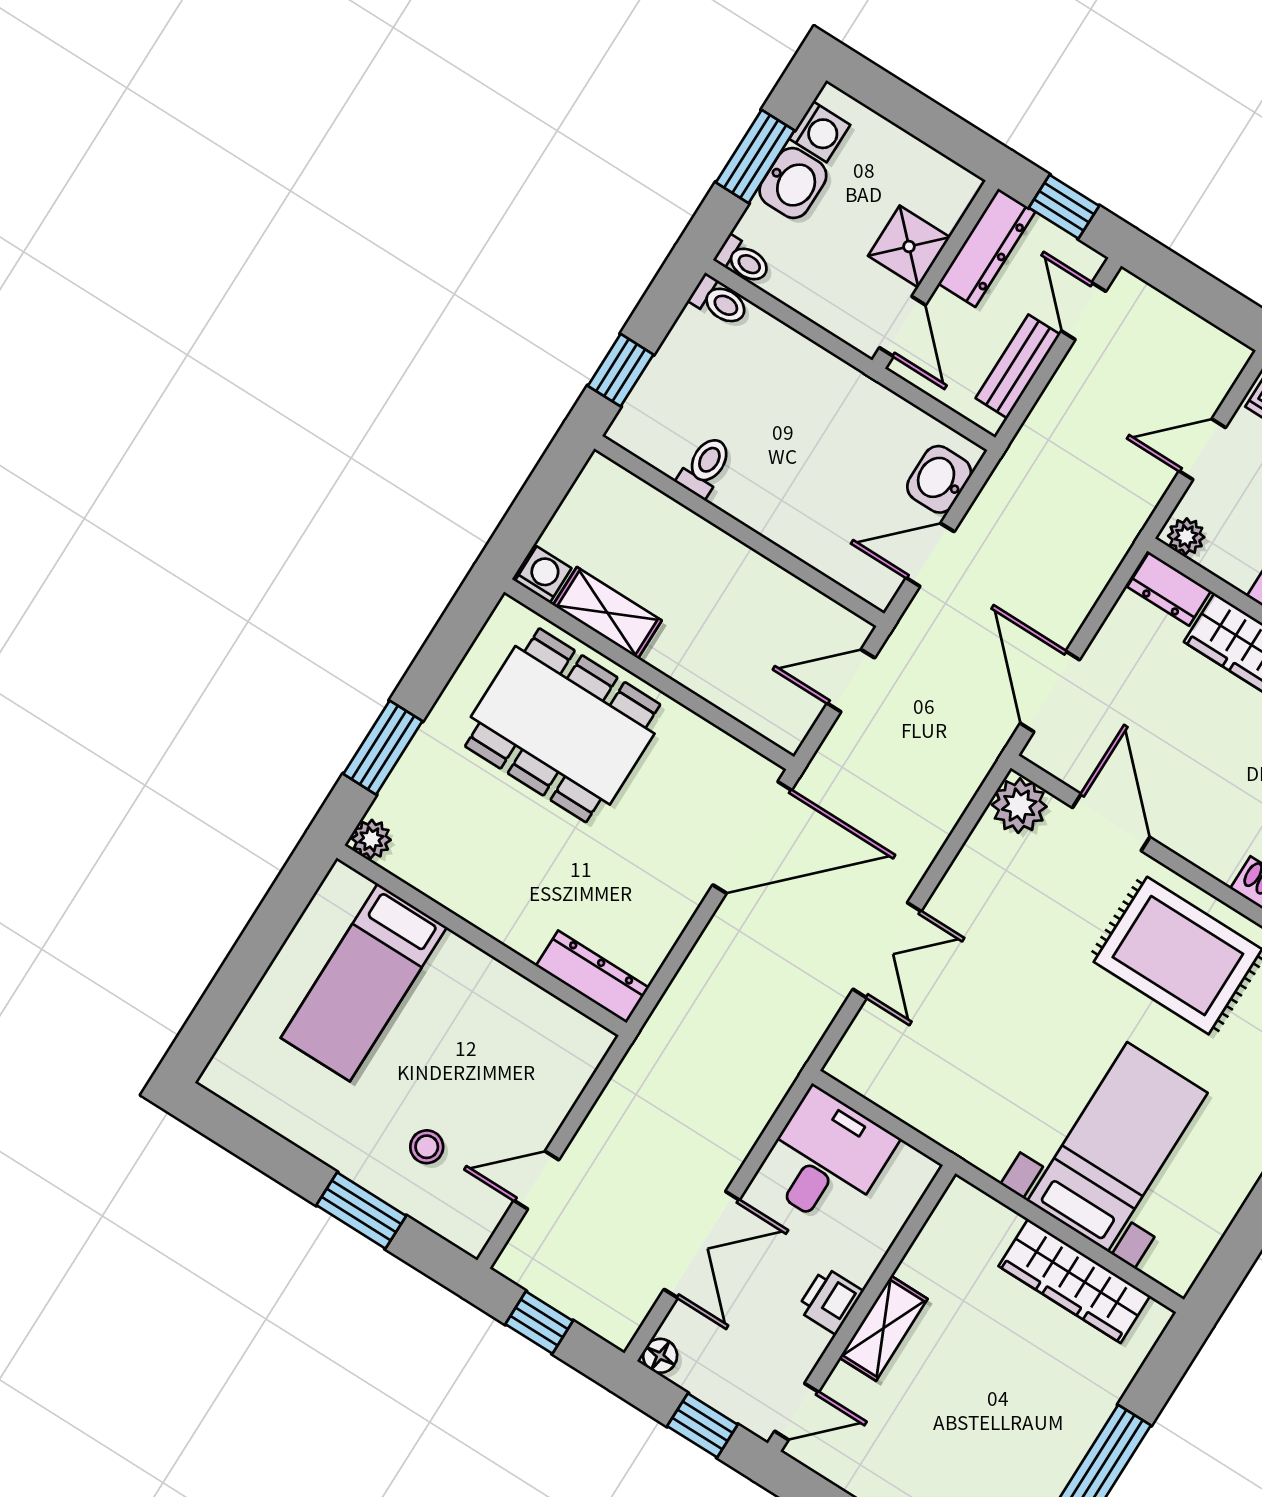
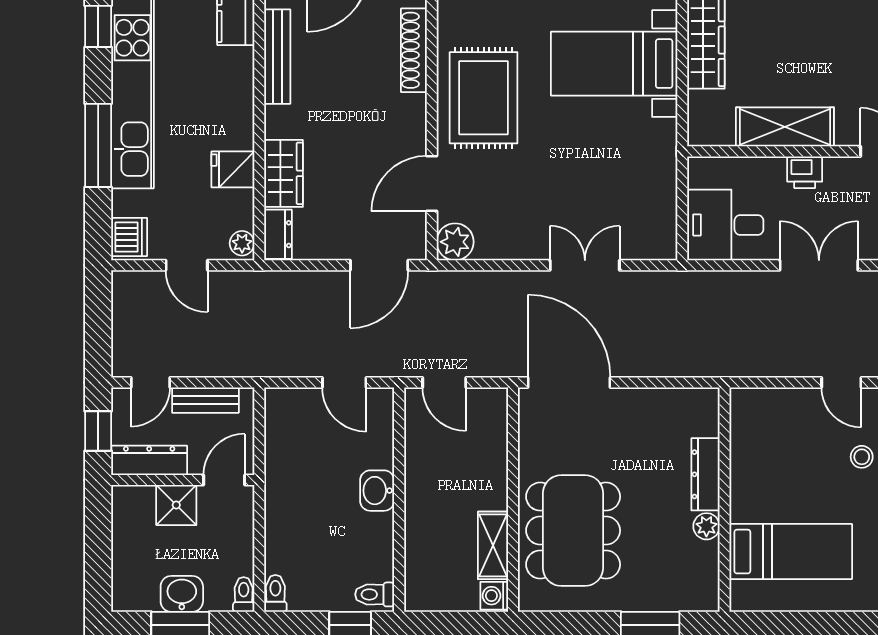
washing machine: (820, 132) -> (143, 597), removed
toilet: (705, 467) -> (375, 594), moved
washbasin: (939, 479) -> (377, 491), moved, turned 90
plant: (371, 839) -> (706, 526), moved
dresser: (592, 977) -> (706, 474), moved
shelving: (883, 1328) -> (785, 127), width x1.50, depth x1.33

